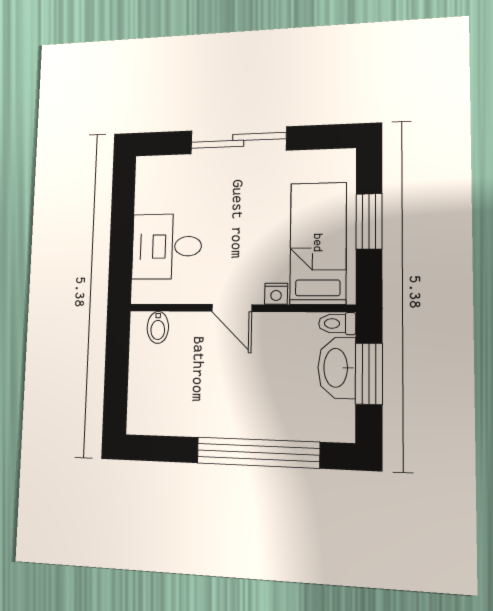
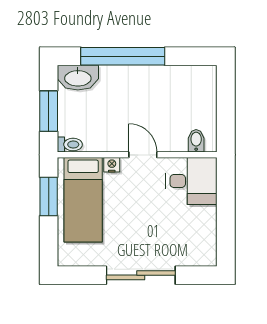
window: (369, 221) -> (49, 196), moved
desk: (167, 246) -> (191, 181), moved
washbasin: (337, 368) -> (78, 78), moved, turned 90

